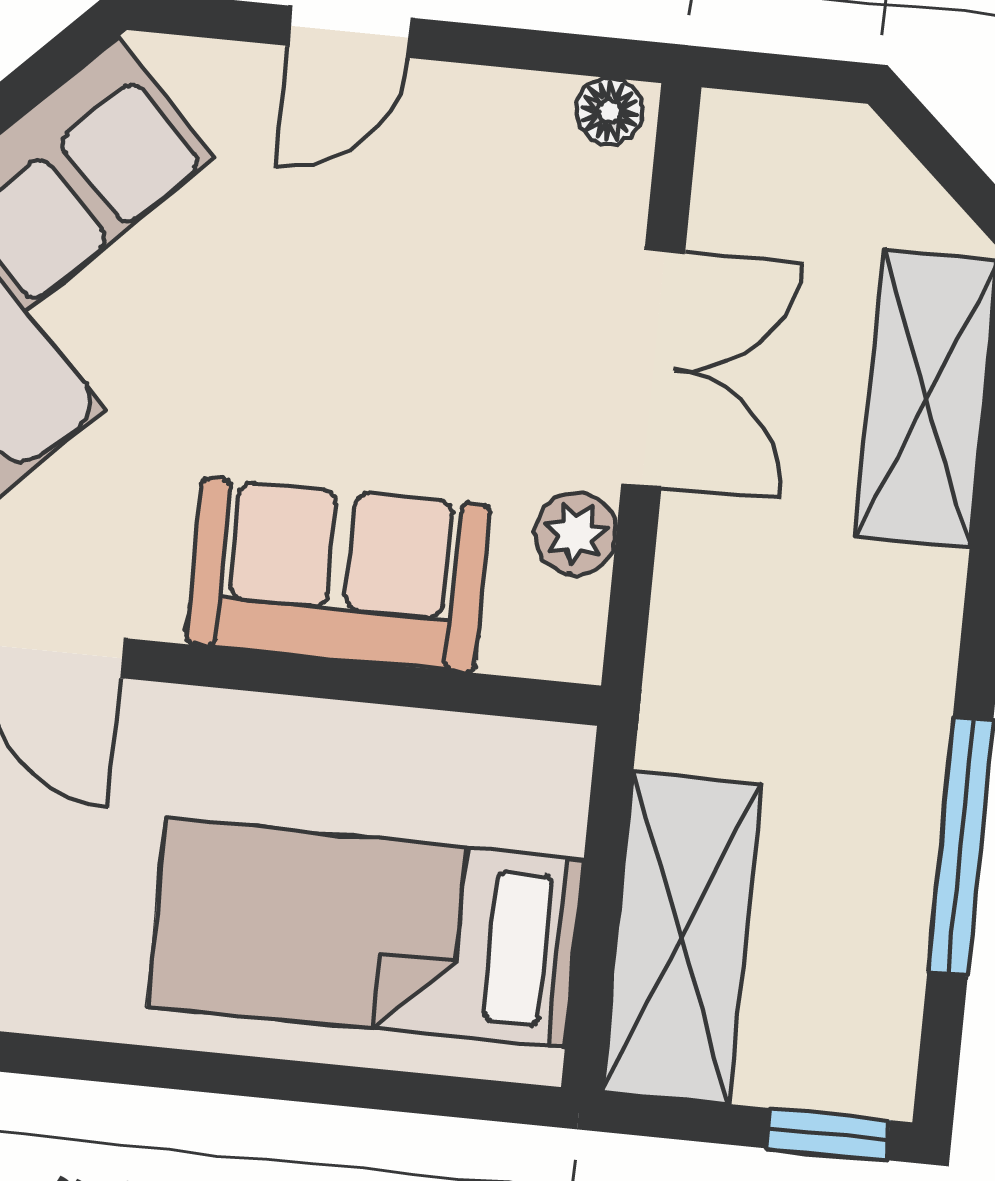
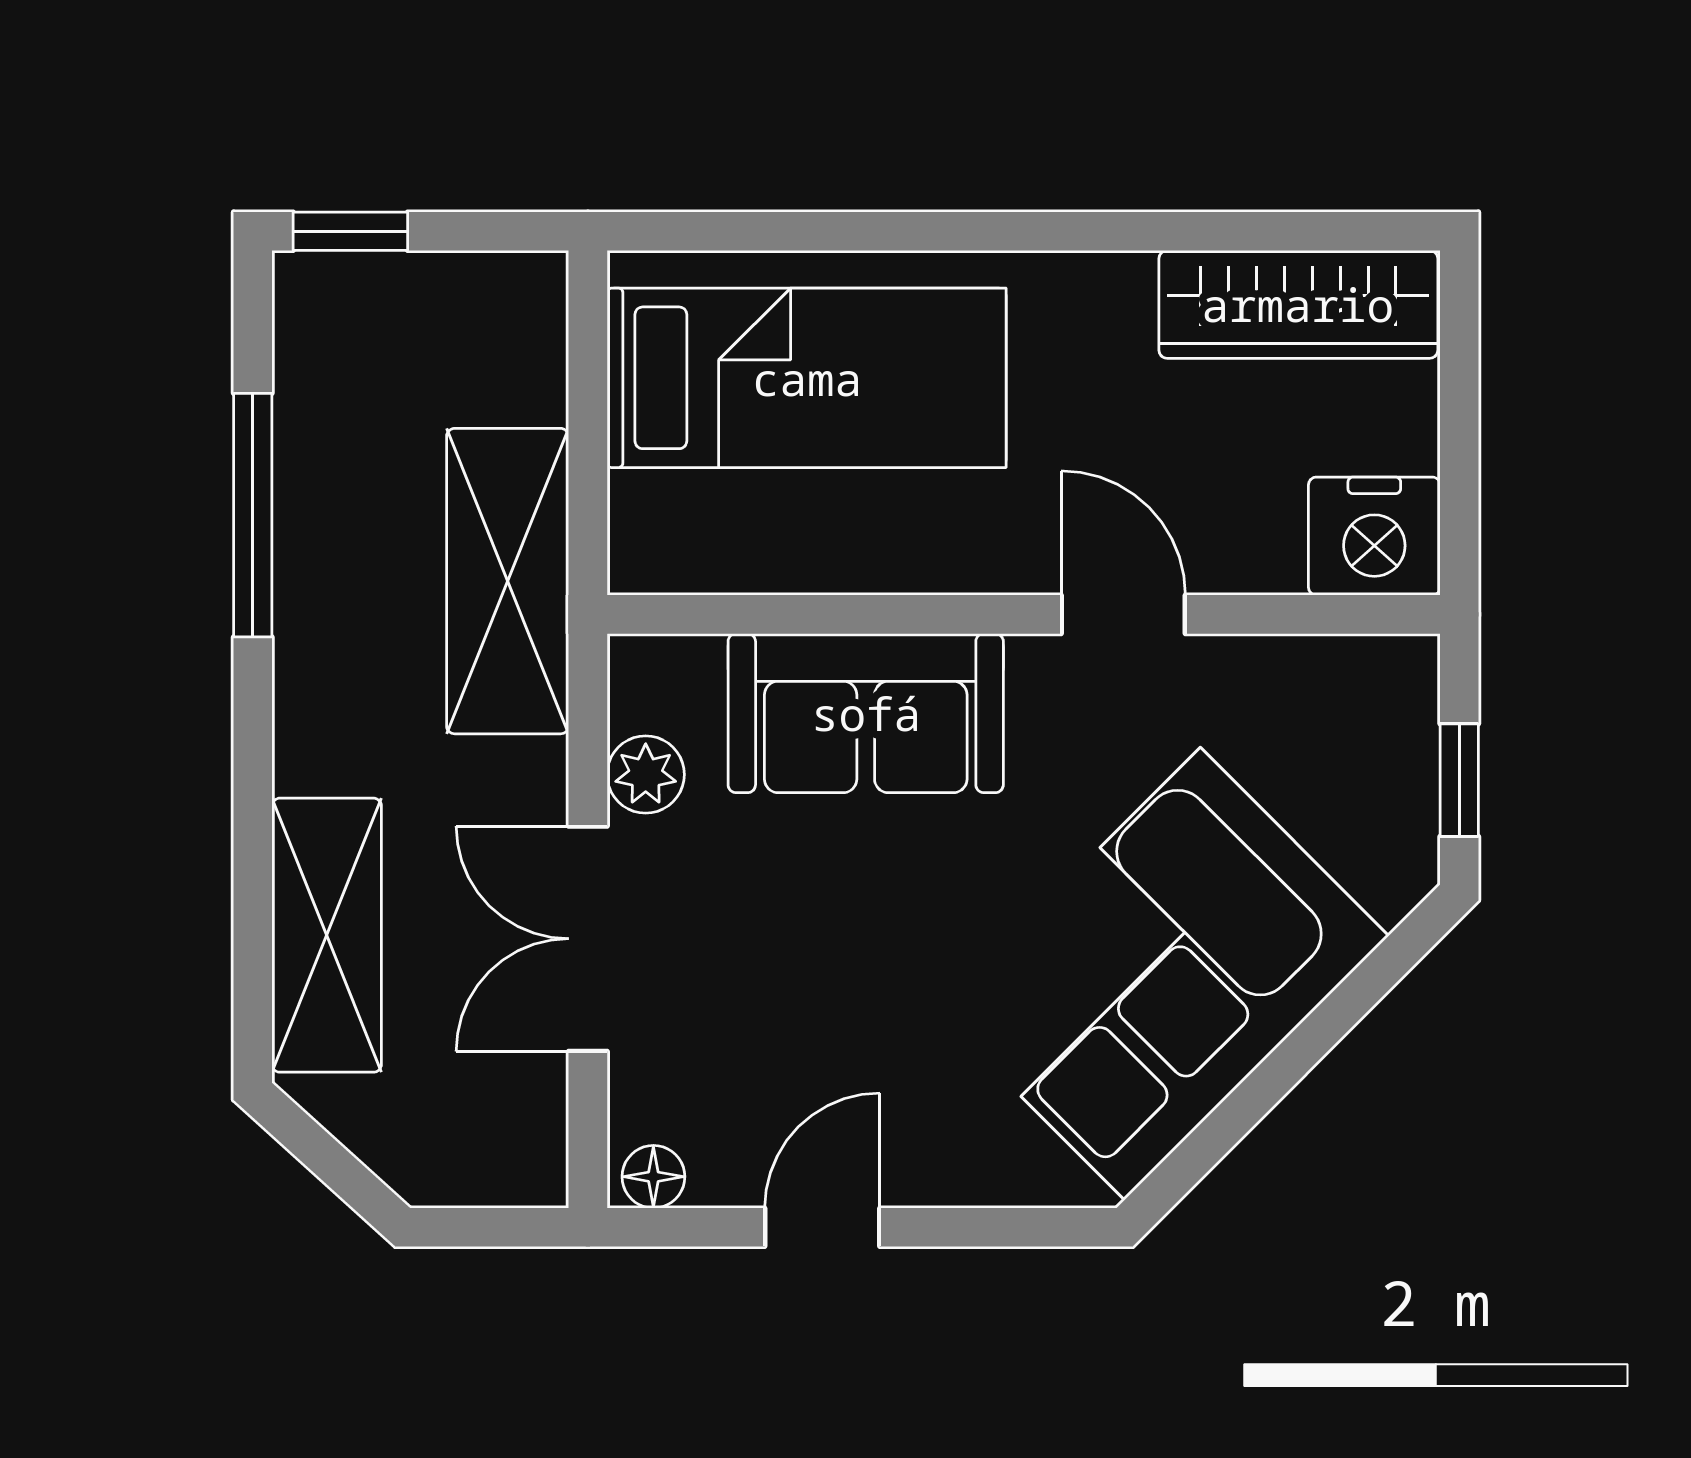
door: (350, 32) -> (822, 1227), moved
shelving: (681, 938) -> (508, 581), moved

